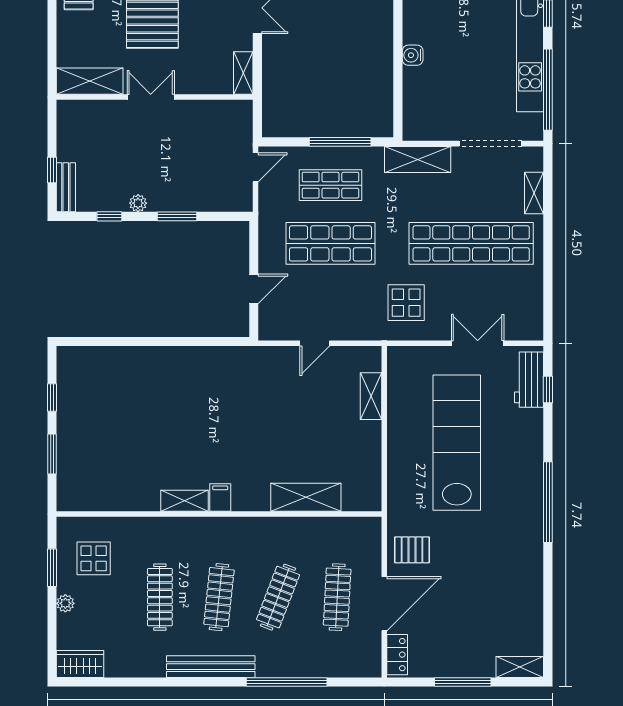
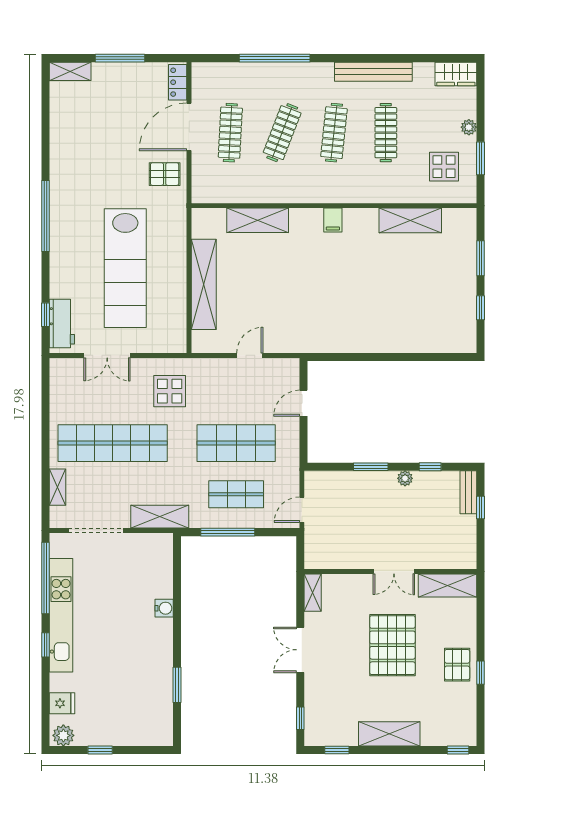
shelving: (371, 396) -> (204, 284), width x2.20, depth x1.33
shelving: (185, 501) -> (410, 220), moved, width x1.50, depth x1.33
bench: (211, 667) -> (373, 72), moved

